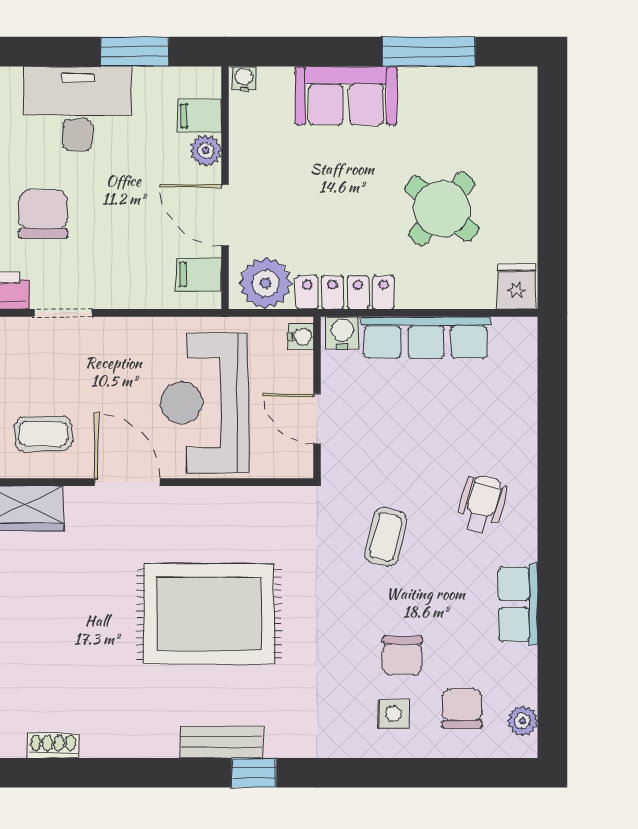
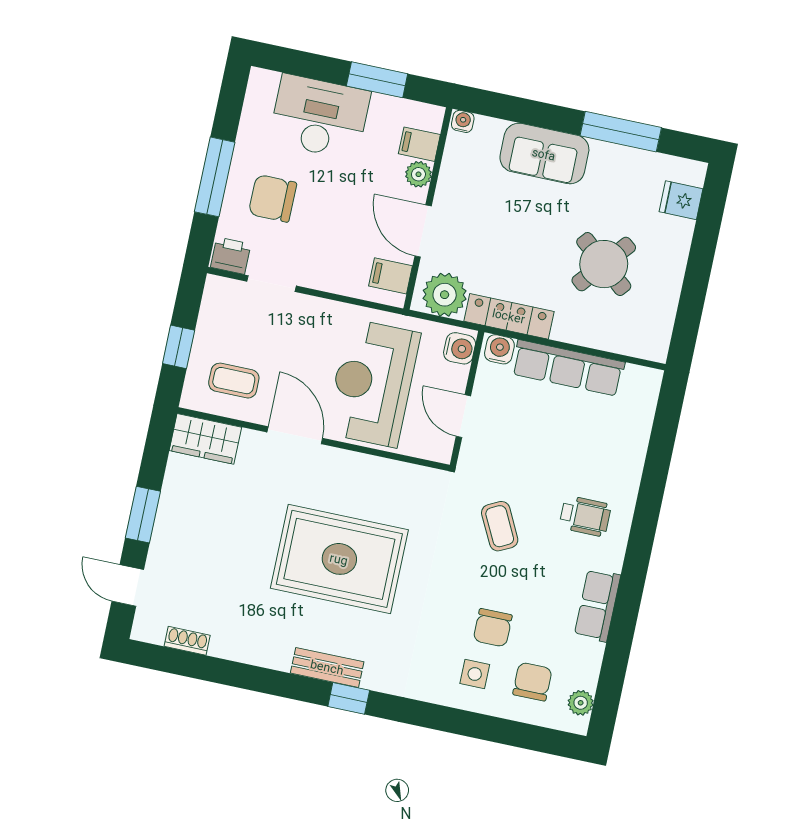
chair: (43, 214) -> (273, 198), turned -90
fridge: (516, 287) -> (681, 200), moved, turned -90
water cooler: (301, 337) -> (460, 348), width x1.38, depth x1.38
wheelchair: (482, 504) -> (585, 516), turned 75
coffee table: (386, 537) -> (500, 526), turned -40

